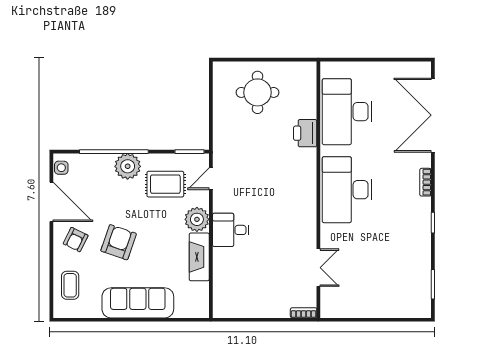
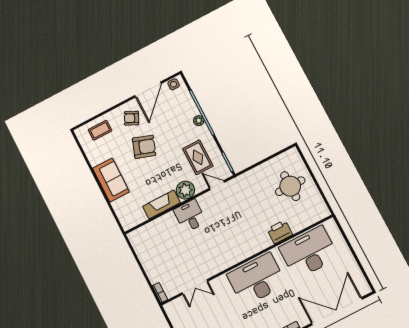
plant: (128, 166) -> (199, 121), width x0.53, depth x0.53
sofa: (138, 303) -> (111, 180), width x0.73

